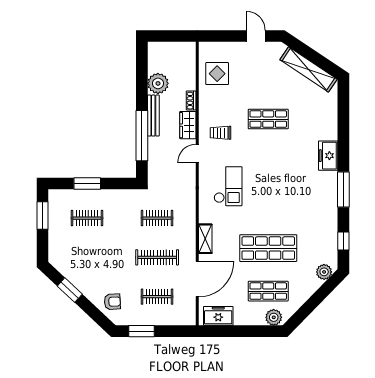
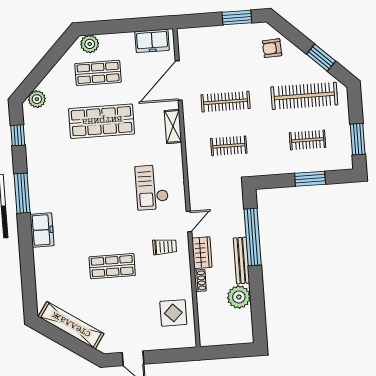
clothes rail: (157, 297) -> (304, 96), moved, width x1.86, depth x1.31

